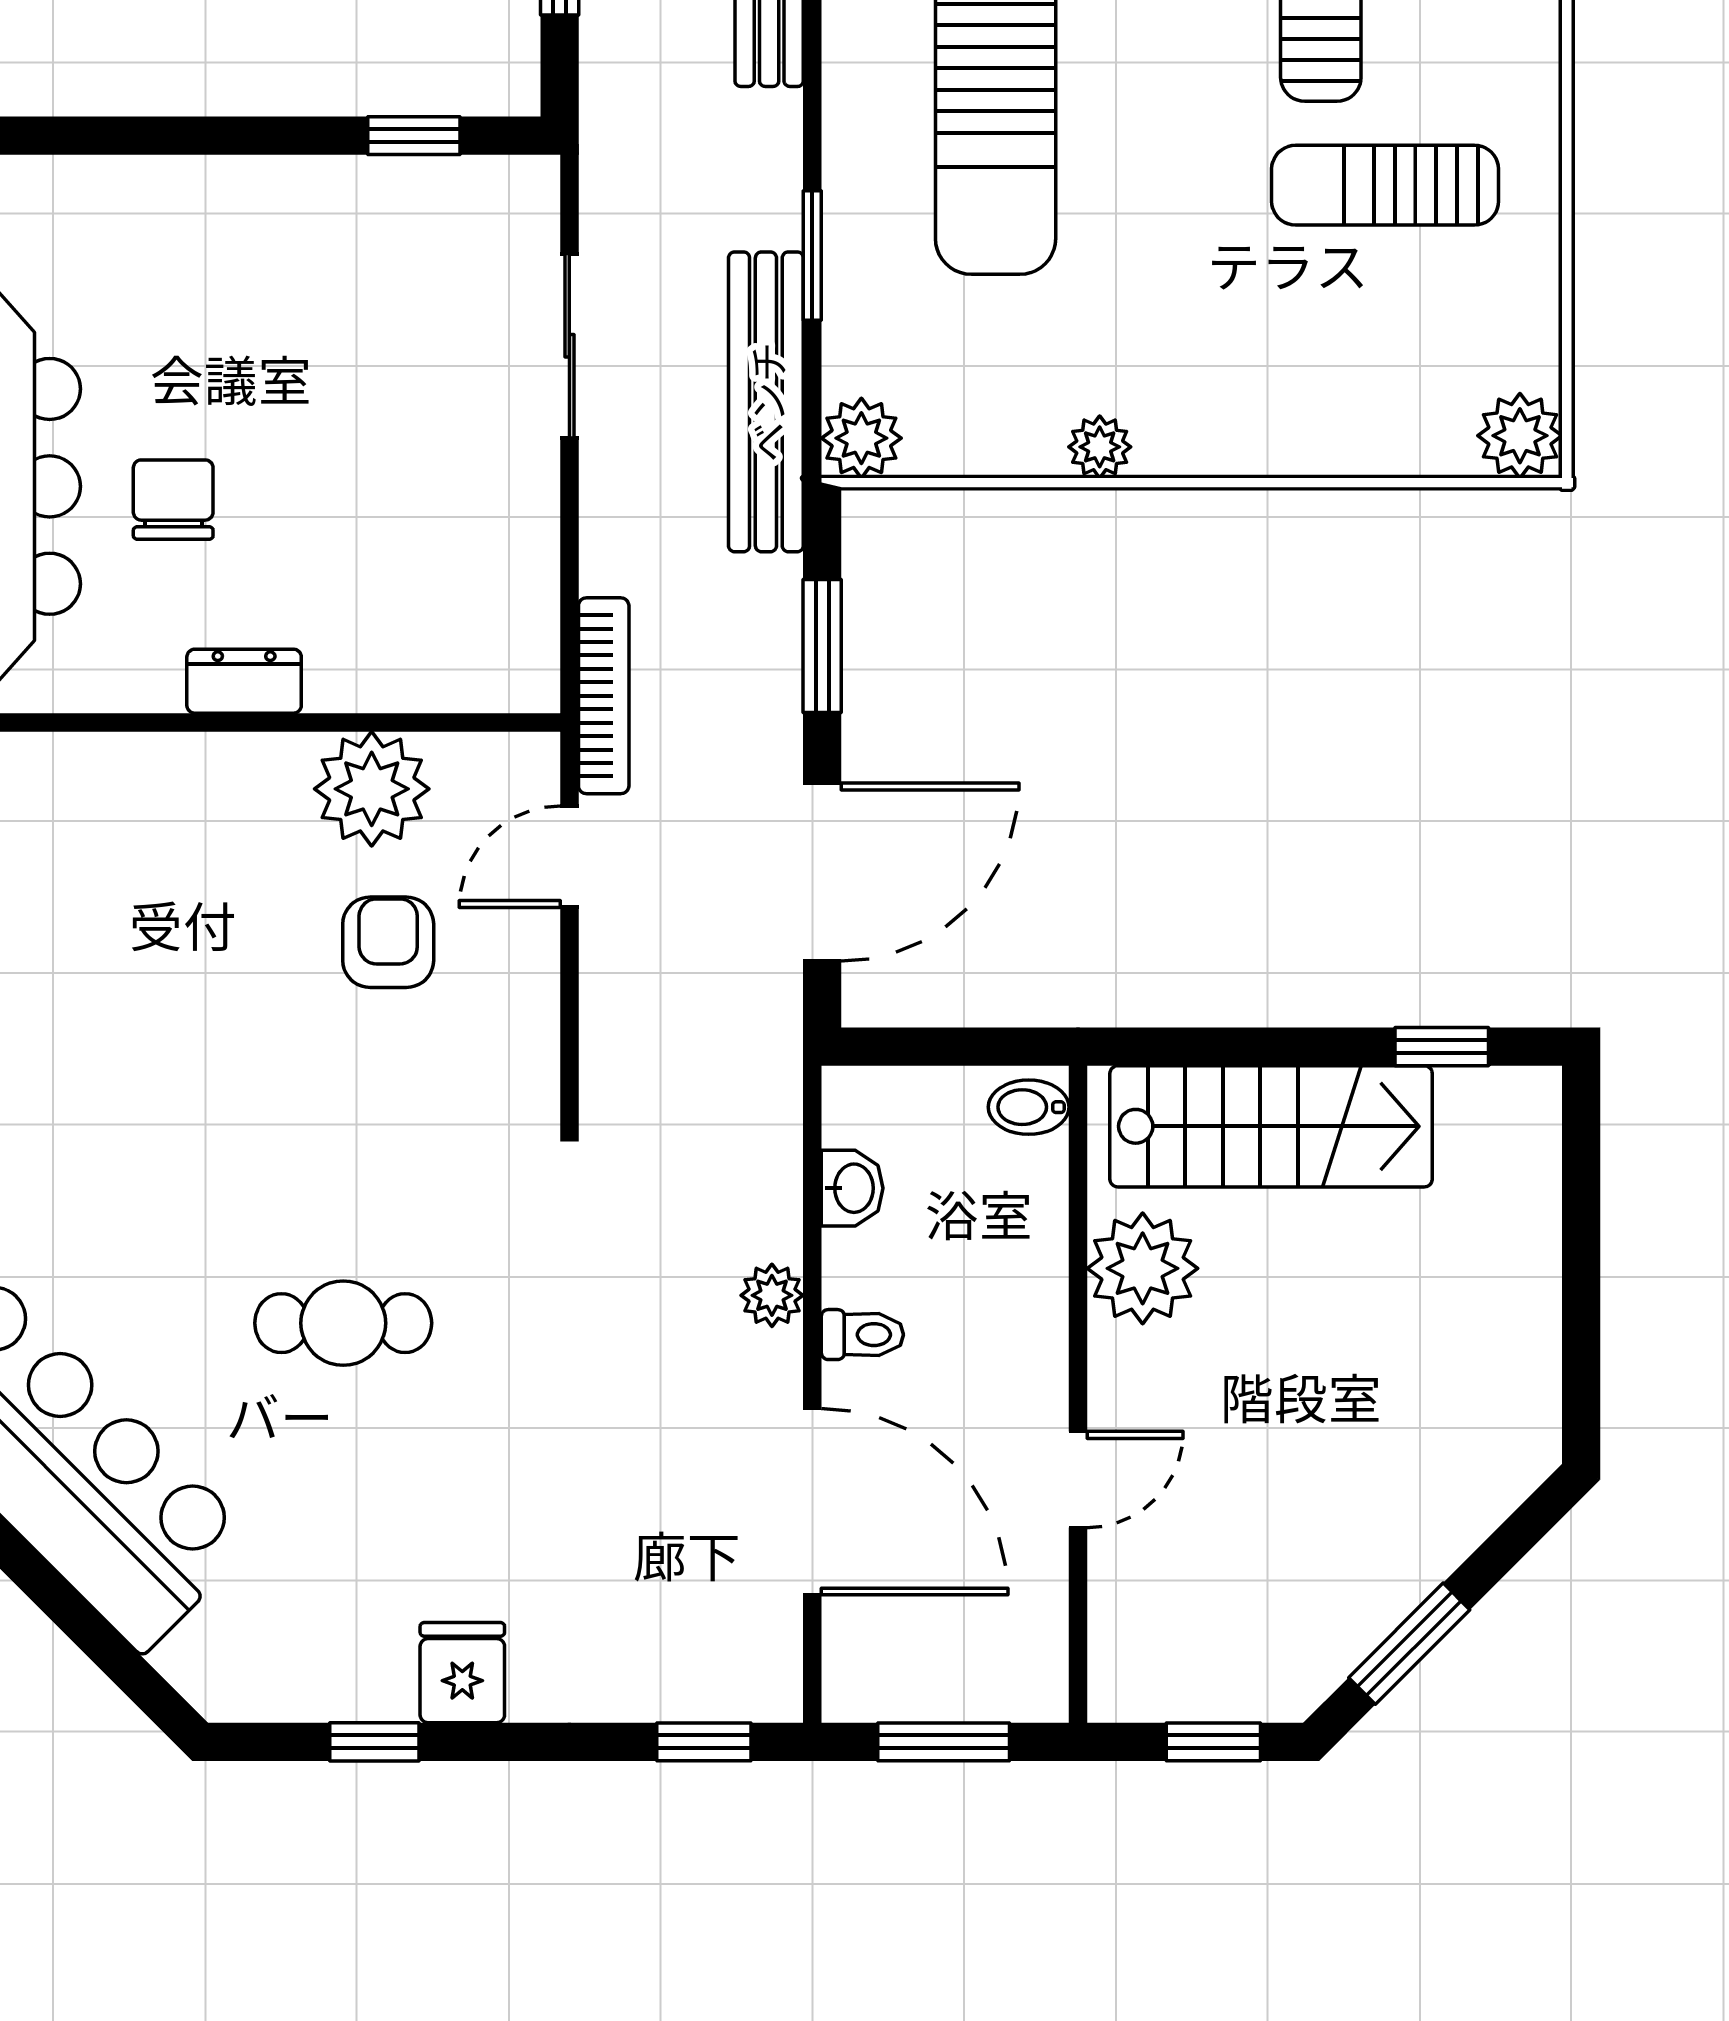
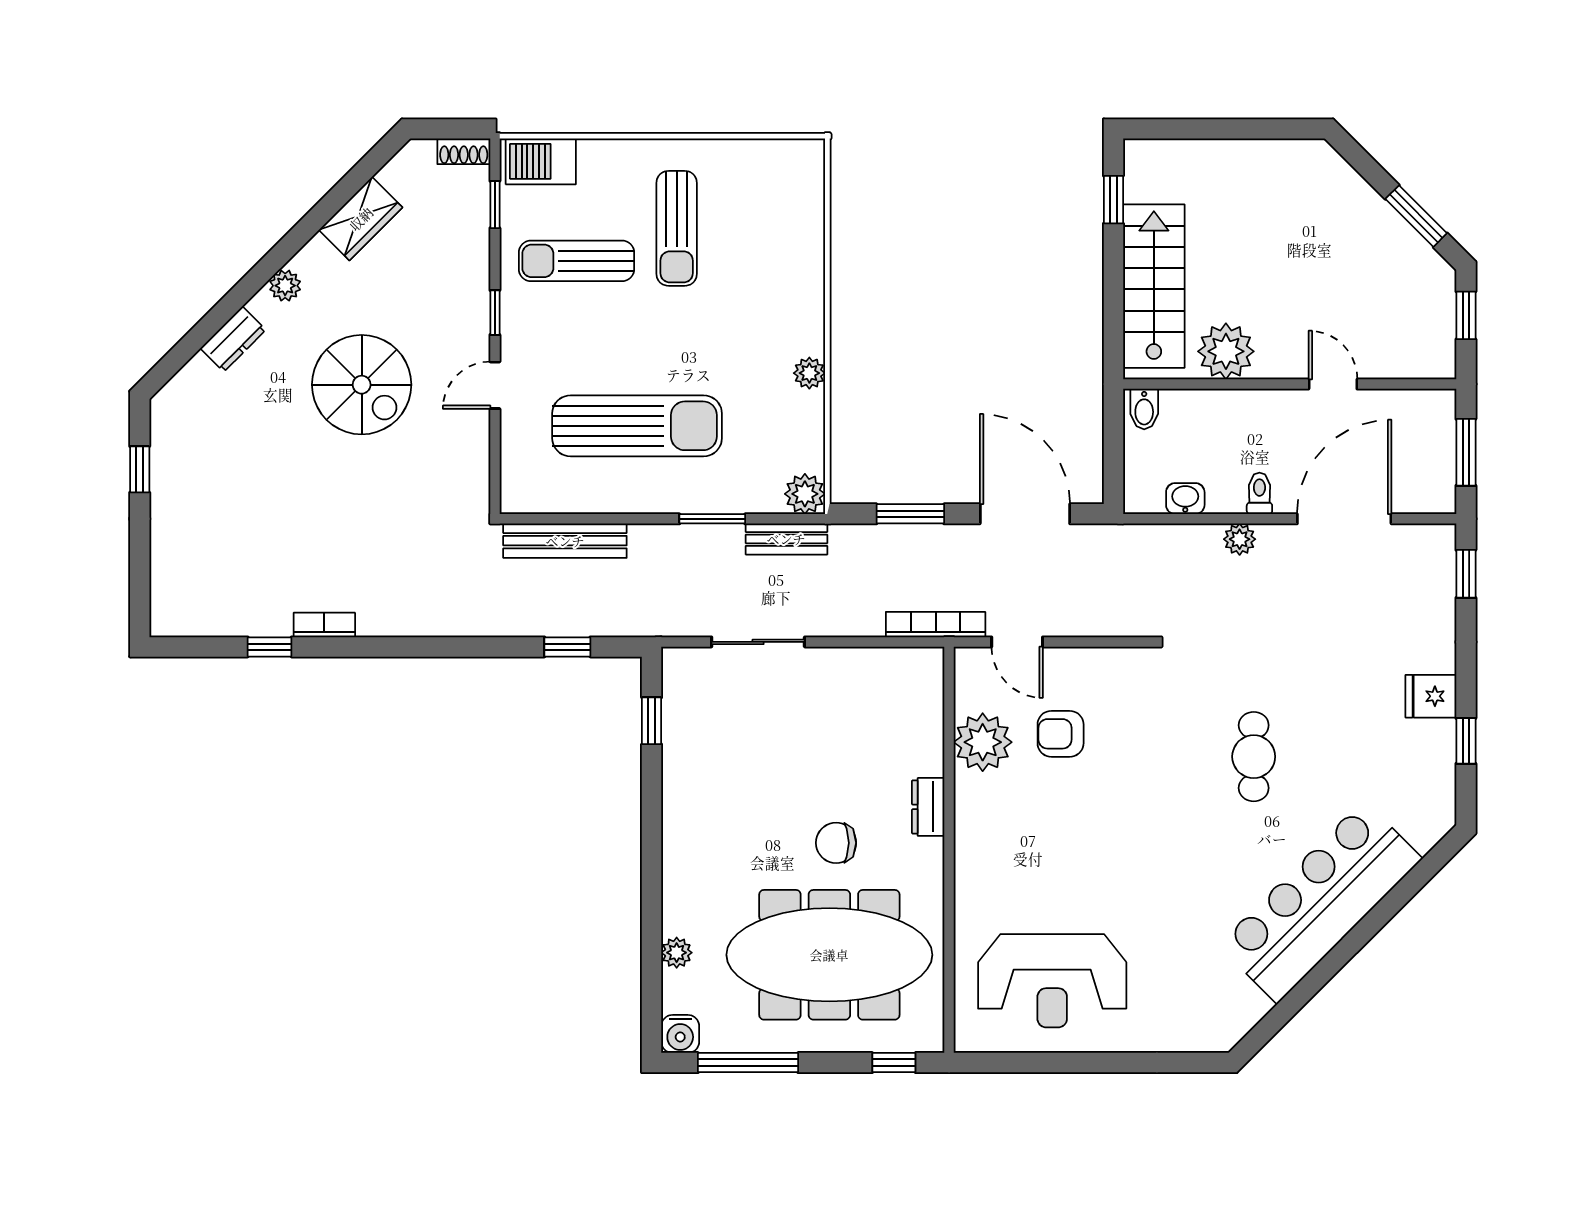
bench: (766, 402) -> (786, 539), width x0.54, depth x0.82
plant: (1520, 436) -> (804, 160), removed

